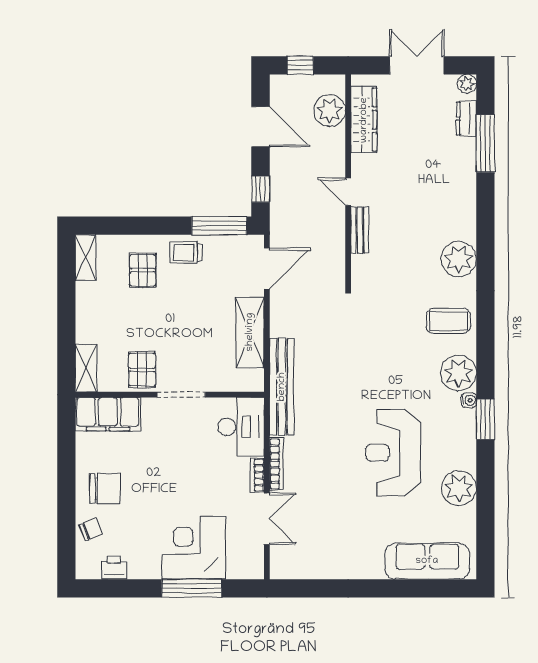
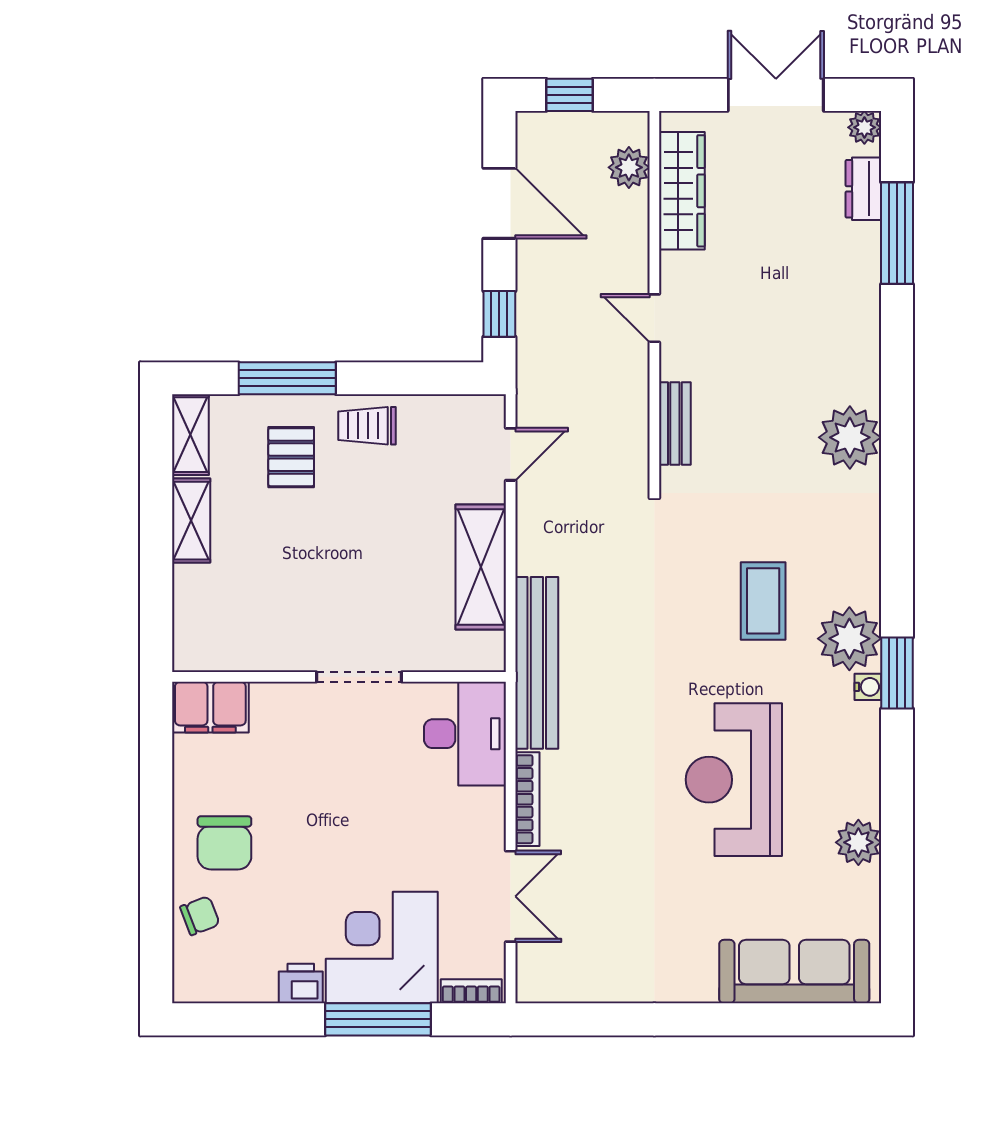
plant: (330, 111) -> (629, 167), width x0.73, depth x0.73
window: (219, 226) -> (287, 378), moved
bench: (360, 230) -> (675, 423), moved
door: (267, 269) -> (511, 454), width x0.73
coffee table: (448, 321) -> (763, 601), moved, turned 90
shelving: (86, 368) -> (191, 521), moved
pallet: (142, 370) -> (290, 633), removed
filing cabinet: (108, 414) -> (210, 707), width x0.67, depth x0.86
window: (485, 419) -> (897, 673), moved
bookcase: (257, 475) -> (471, 991), moved, turned 90
chair: (105, 488) -> (224, 843), turned 90
plant: (459, 488) -> (858, 842), width x0.73, depth x0.73
printer: (114, 568) -> (301, 983), moved

